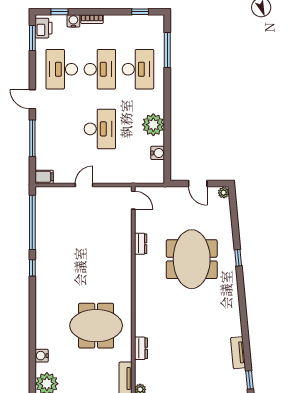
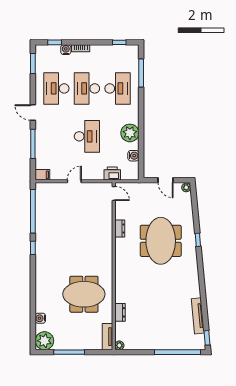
printer: (44, 28) -> (112, 174), moved, turned -90
desk: (100, 69) -> (87, 88), turned 180
tv unit: (238, 353) -> (198, 316), width x1.41

